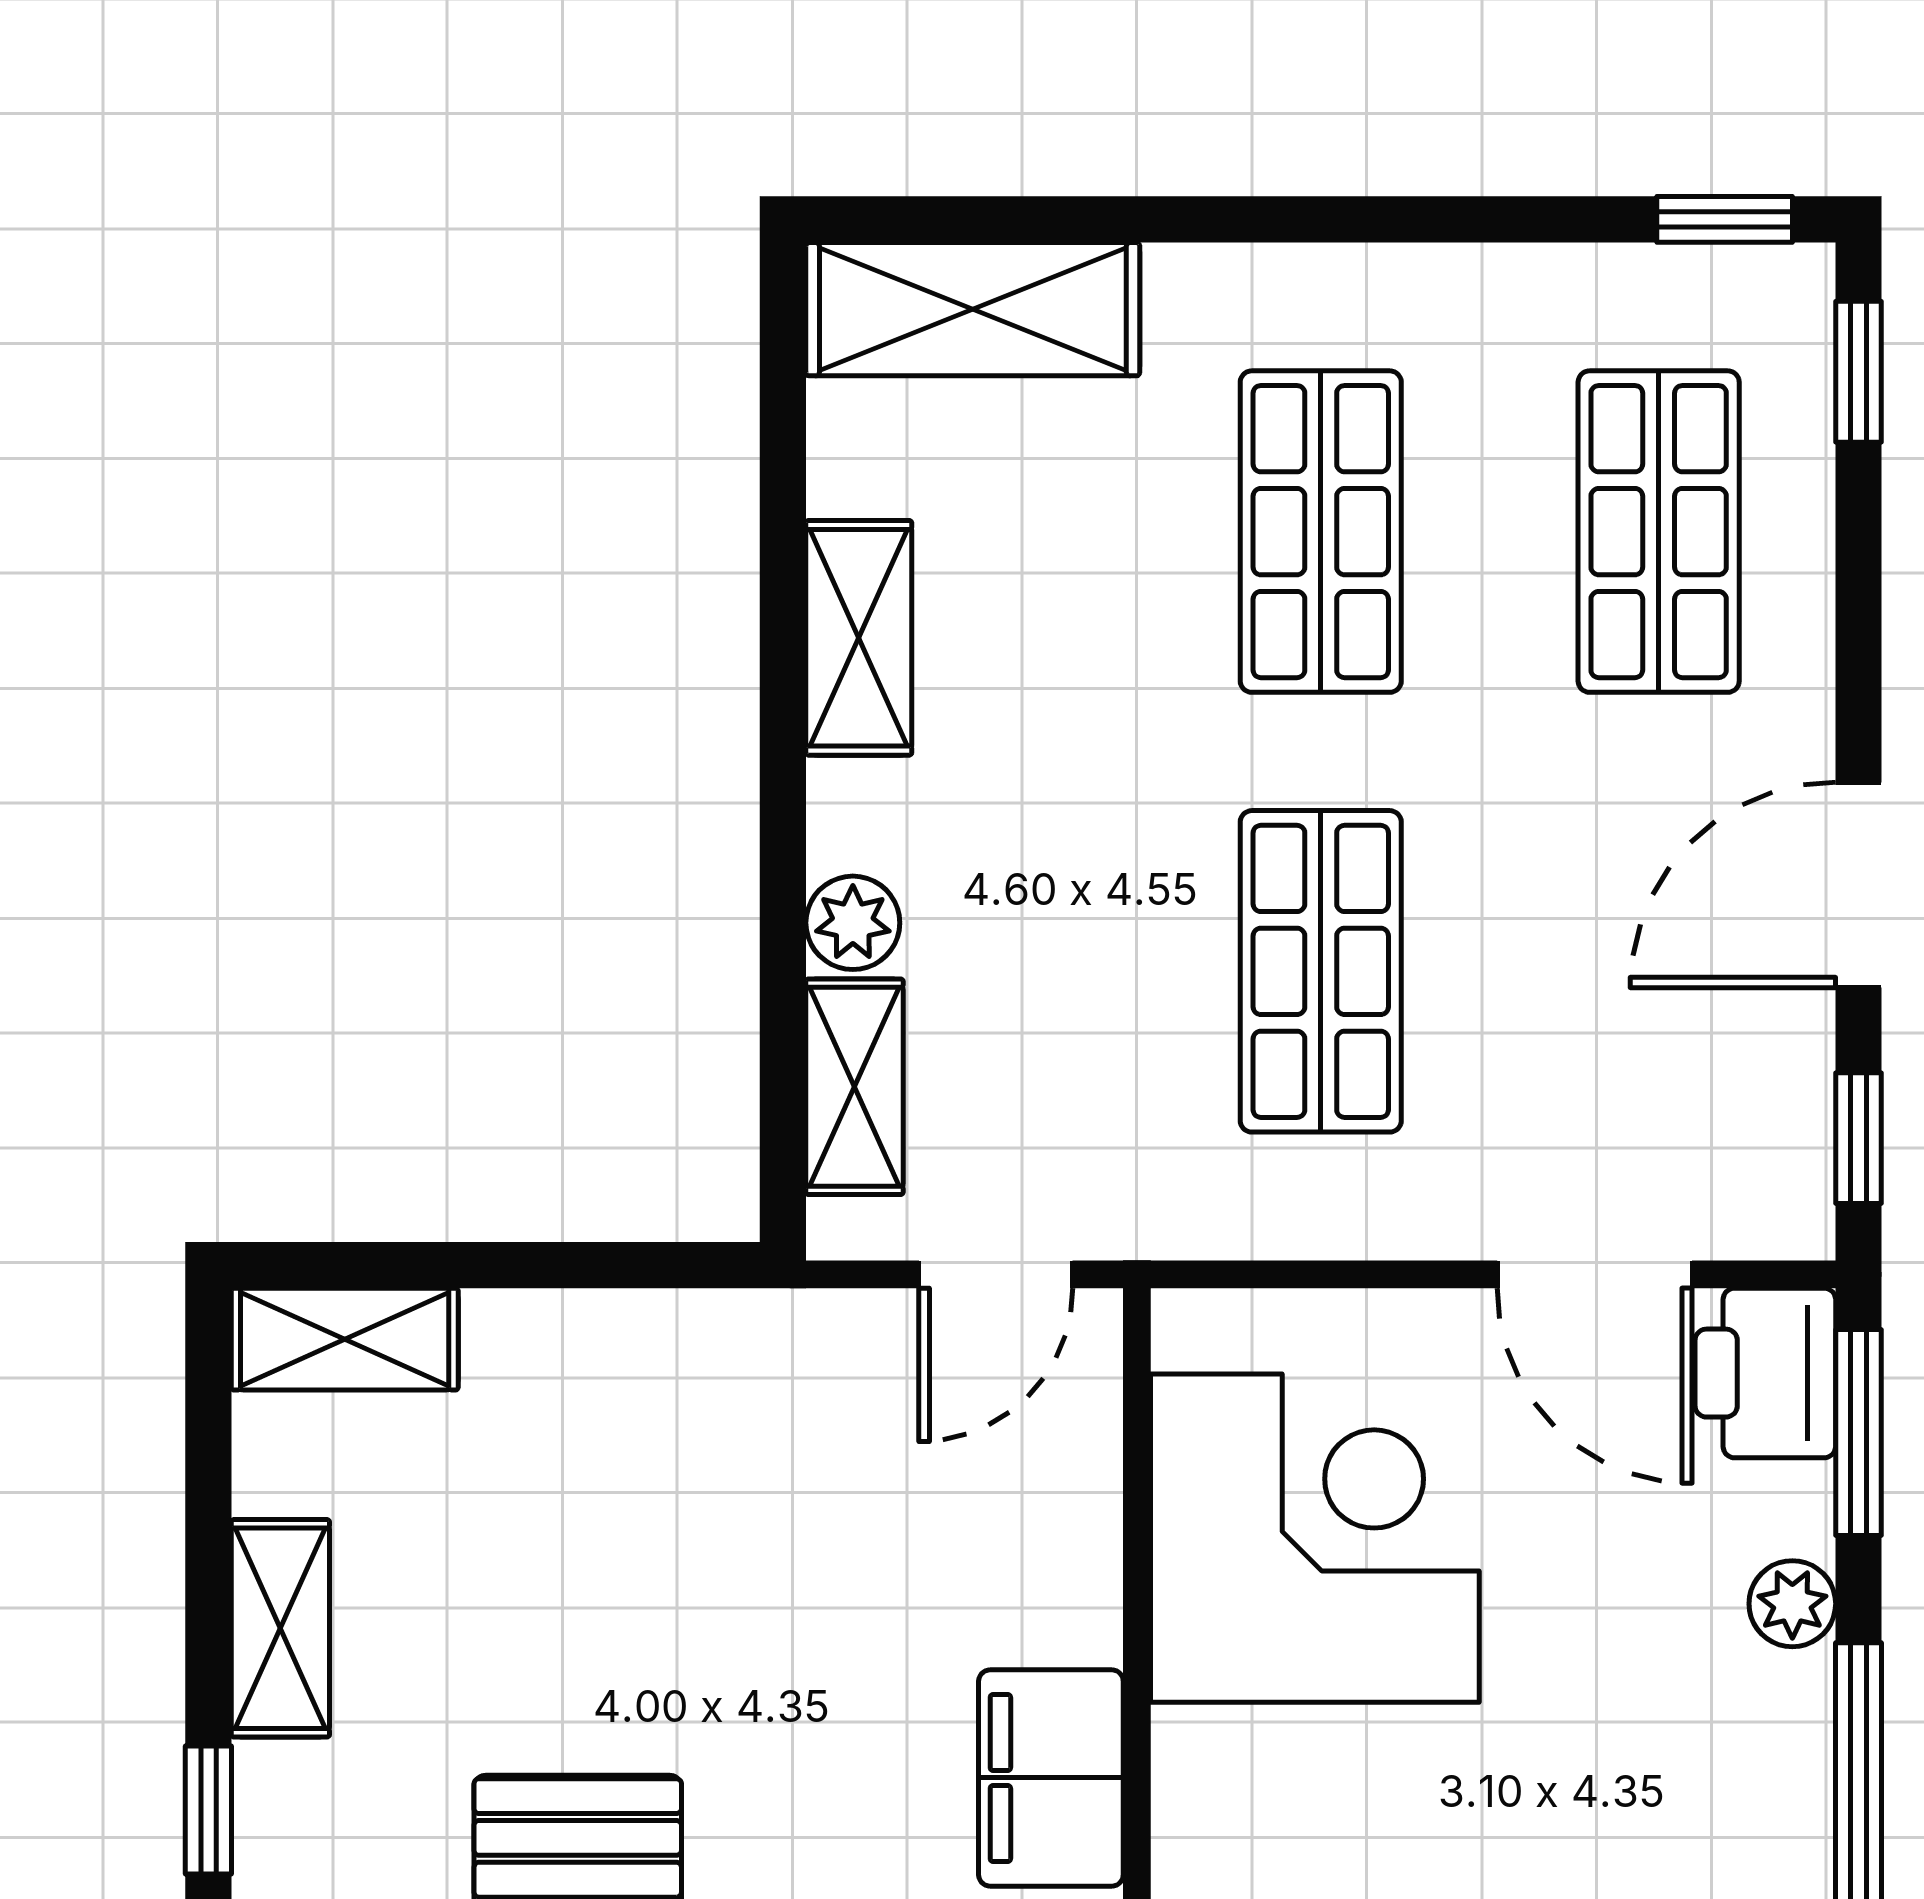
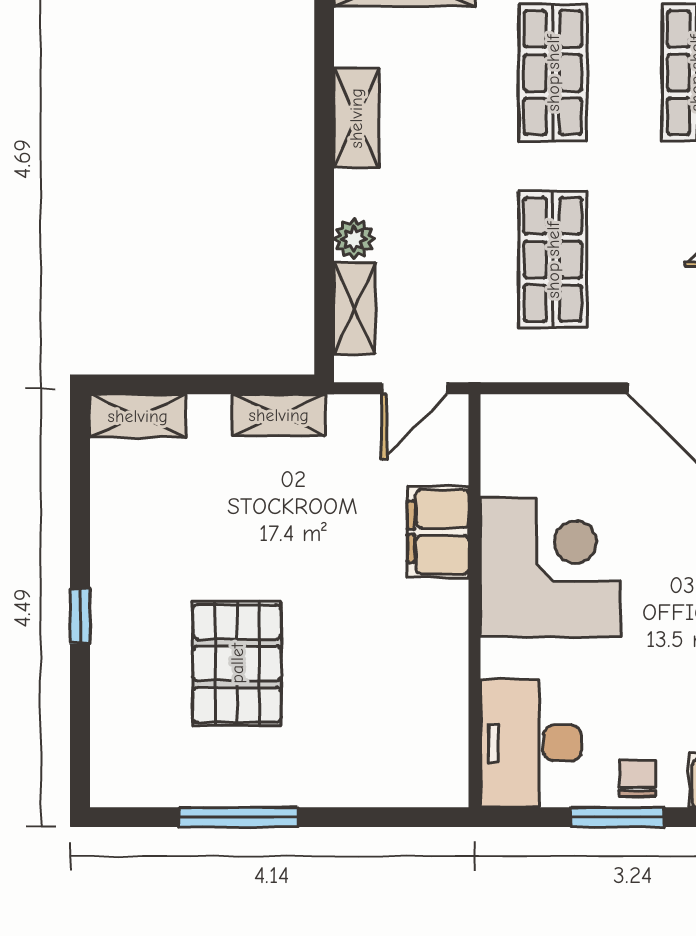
corner desk: (1315, 1538) -> (550, 567), moved
shelving: (280, 1628) -> (279, 415), moved, turned 90
filing cabinet: (1051, 1778) -> (438, 532), moved

